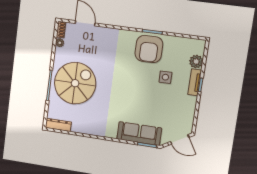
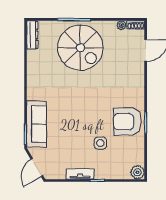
plant: (196, 62) -> (137, 172), moved
tv unit: (195, 82) -> (80, 174), moved

